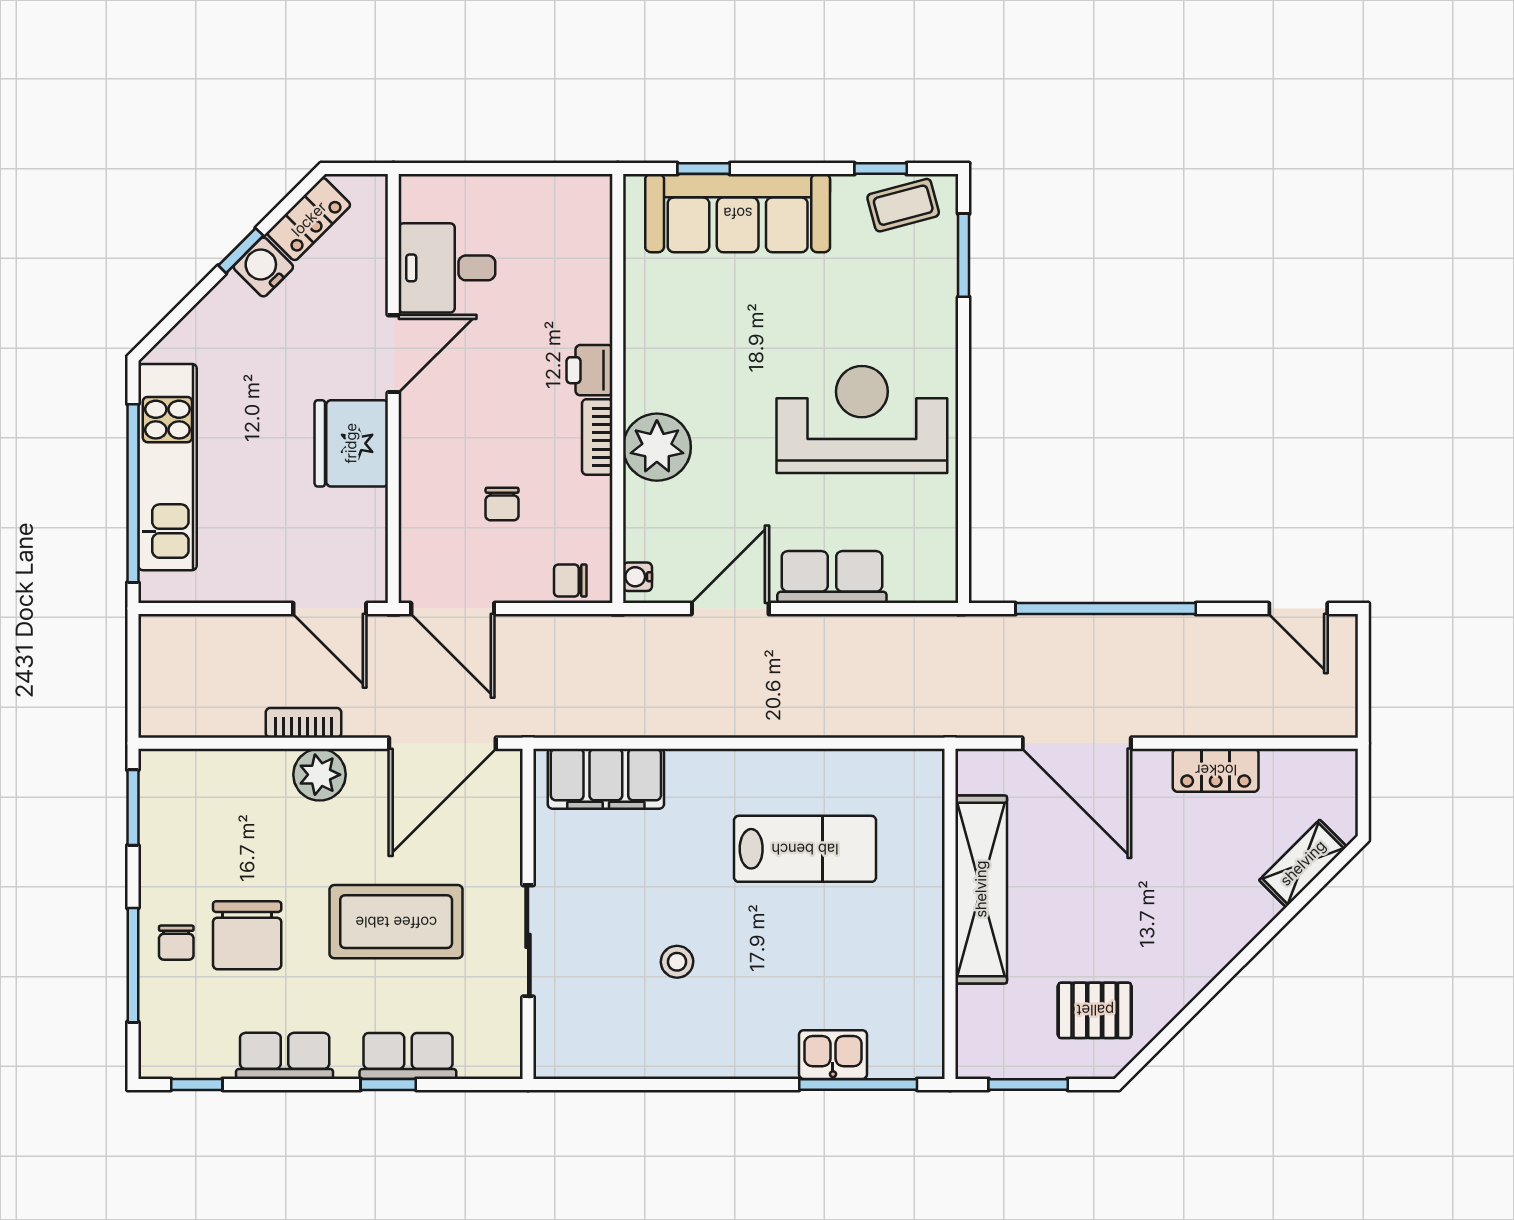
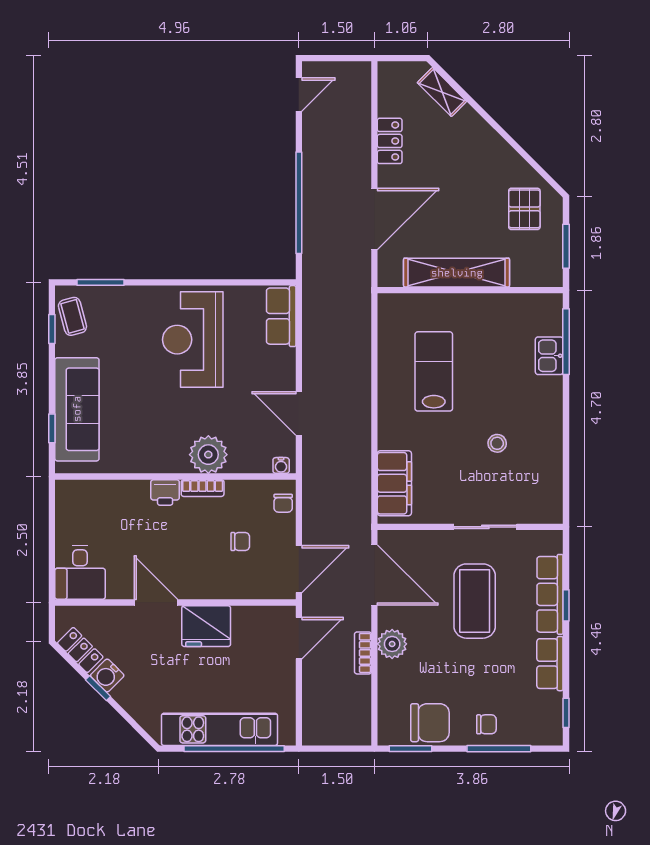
desk: (447, 268) -> (80, 572), moved
row of seats: (832, 577) -> (281, 316), moved
chair: (247, 935) -> (430, 723), moved
row of seats: (408, 1056) -> (550, 594), width x1.48

